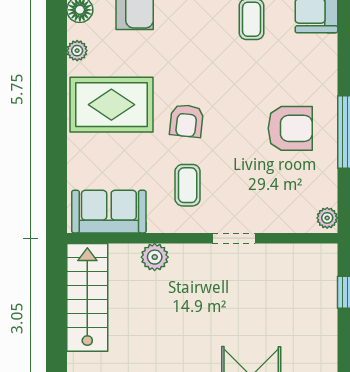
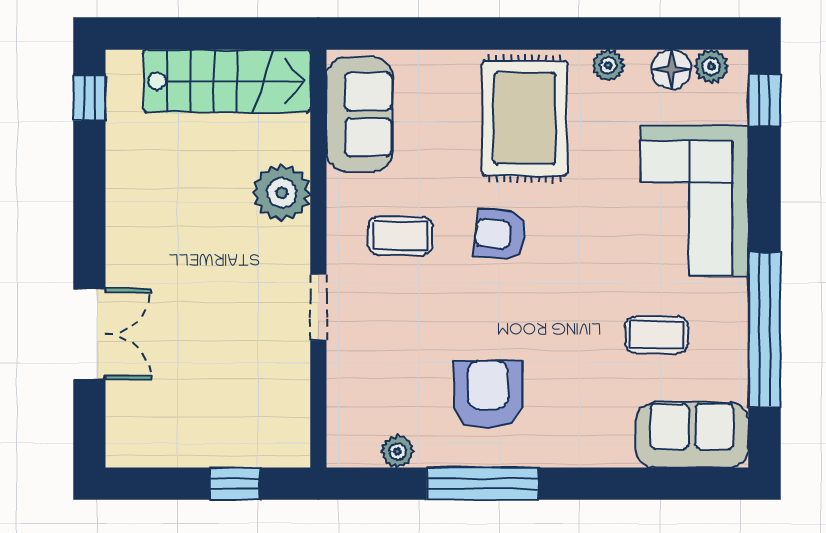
armchair: (290, 128) -> (488, 394), turned 180
plant: (327, 218) -> (397, 452), moved
plant: (155, 257) -> (282, 193), width x1.36, depth x1.36

